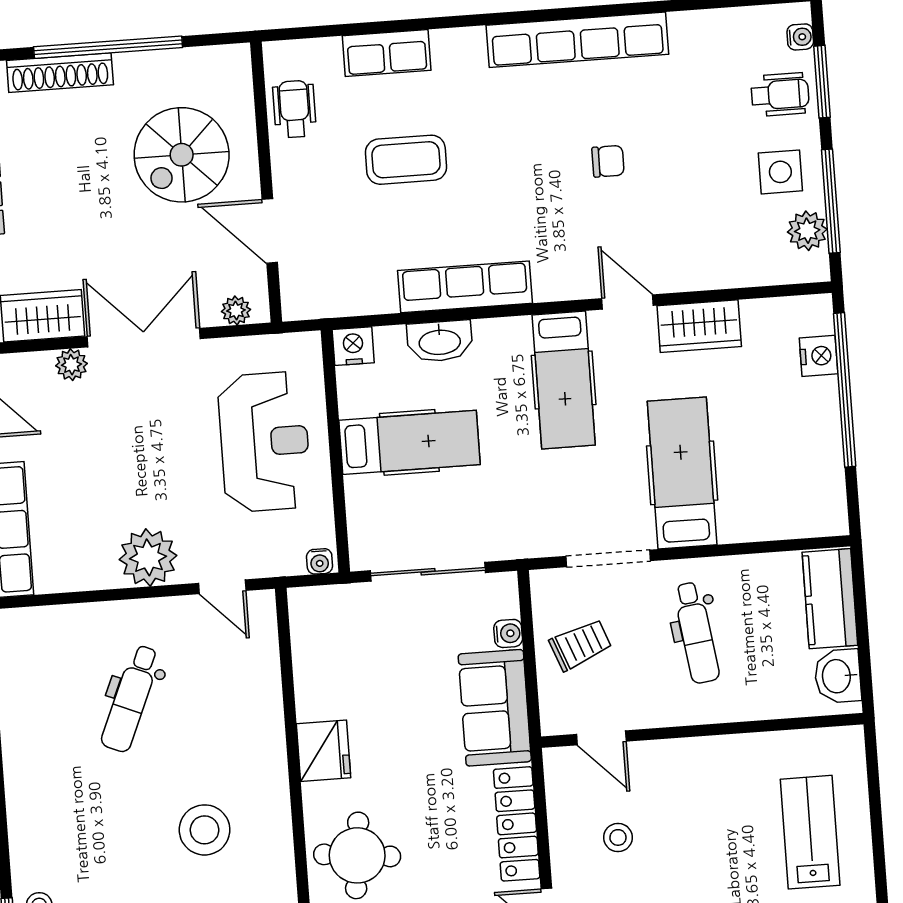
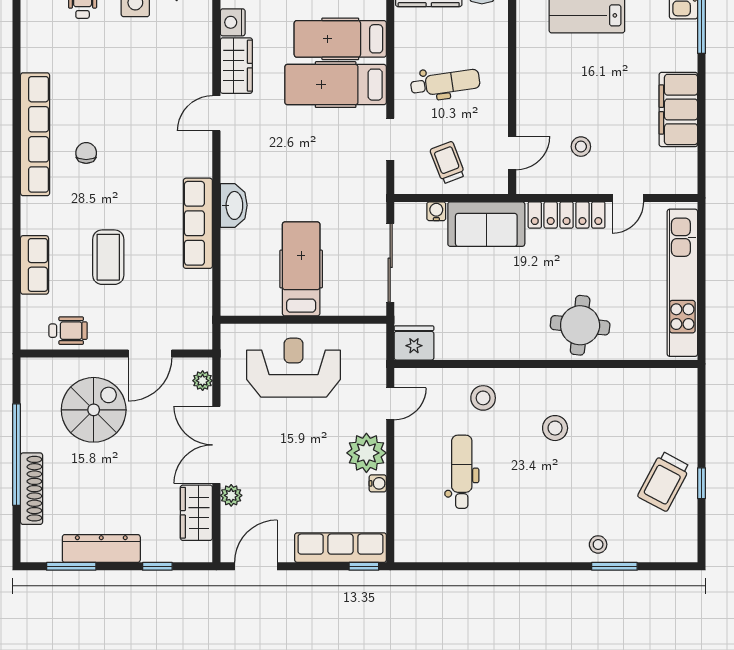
wheelchair: (294, 109) -> (68, 331), turned 180
spiral stairs: (182, 155) -> (94, 410), turned -90
chair: (608, 161) -> (86, 153), moved
washbasin: (440, 341) -> (234, 205), moved
nightstand: (353, 346) -> (233, 22), moved
hospital bed: (564, 380) -> (340, 39), moved, turned 180
doorway: (608, 558) -> (390, 139), width x0.73
water cooler: (320, 561) -> (378, 483), moved
dental chair: (131, 699) -> (462, 472), turned -113
stool: (241, 722) -> (483, 398), added
fridge: (324, 751) -> (414, 343), moved
stool: (205, 830) -> (555, 428), width x0.73, depth x0.73

